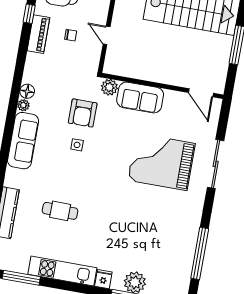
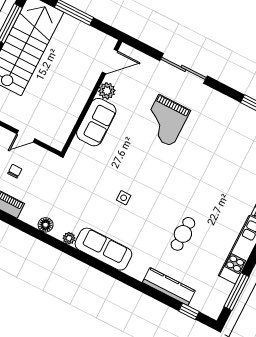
plant: (109, 87) -> (107, 91), moved
floor lamp: (27, 91) -> (46, 225), moved
armchair: (83, 113) -> (94, 183), removed
grand piano: (161, 162) -> (165, 121), width x0.73, depth x0.68

